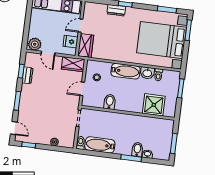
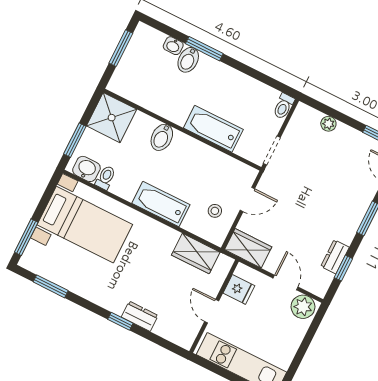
door: (81, 26) -> (212, 311), swing flipped
bed with nightstands: (161, 40) -> (85, 225), width x0.73
wardrobe: (86, 46) -> (196, 254), moved, turned -90
washbasin: (147, 73) -> (86, 169), moved
bidet: (110, 102) -> (162, 137), moved
shower: (154, 105) -> (112, 118), moved
bathtub: (100, 145) -> (213, 129), moved, turned 180

